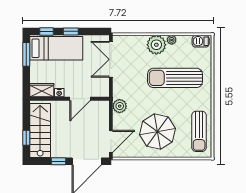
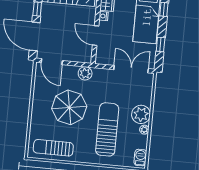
window: (71, 31) -> (161, 44), moved
parasol: (157, 132) -> (69, 107), moved

